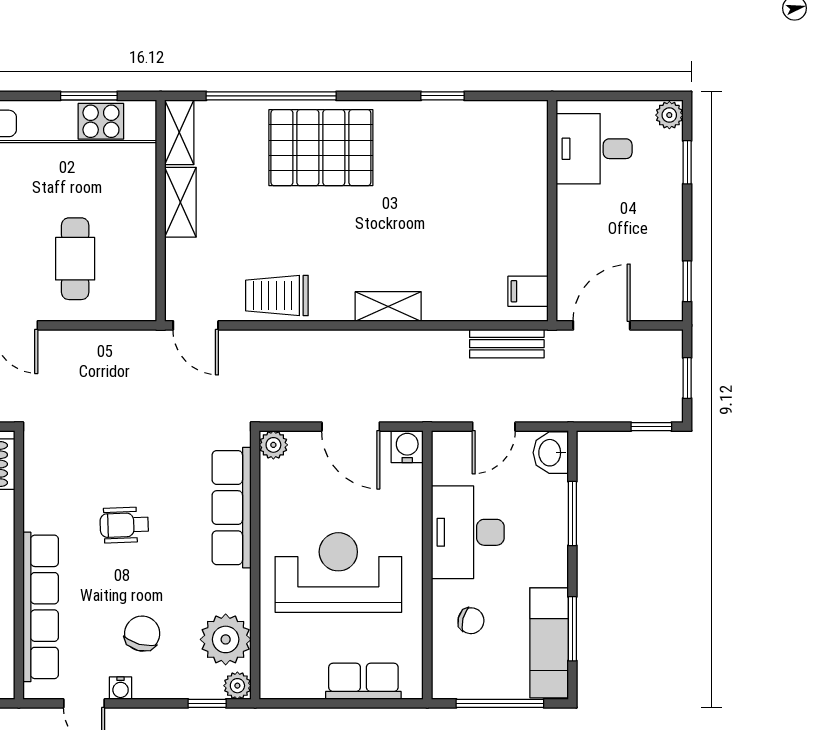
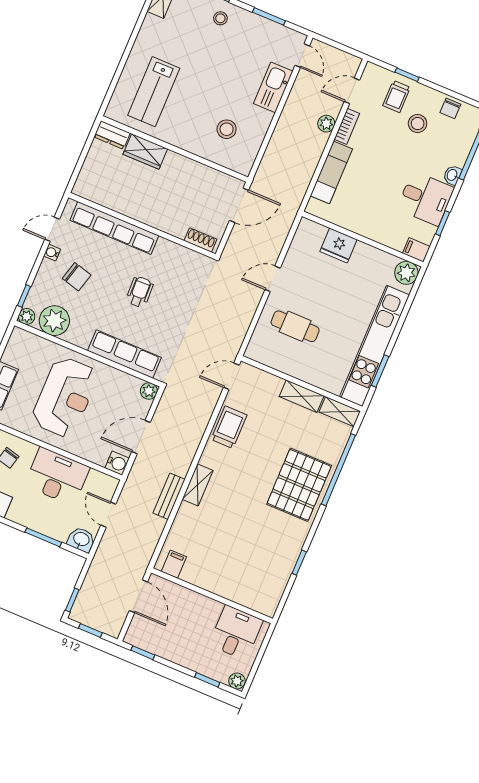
bench: (507, 344) -> (169, 496), moved

